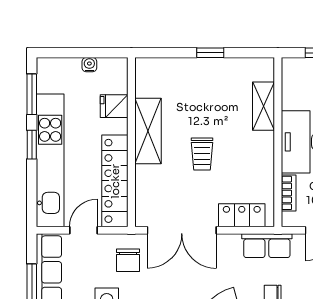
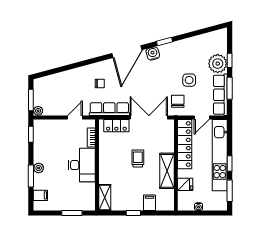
filing cabinet: (180, 72) -> (150, 203), added
shelving: (264, 106) -> (105, 197), moved
row of seats: (267, 246) -> (109, 109), width x1.48

